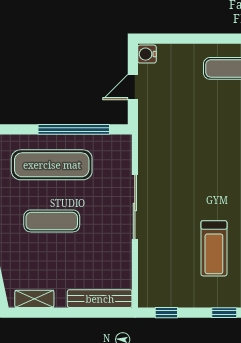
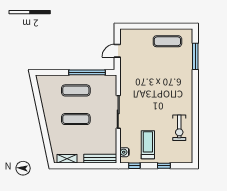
water cooler: (147, 54) -> (124, 152), moved
exercise mat: (52, 165) -> (76, 90), width x0.73, depth x0.69
treadmill: (214, 248) -> (148, 145), moved, turned 180

